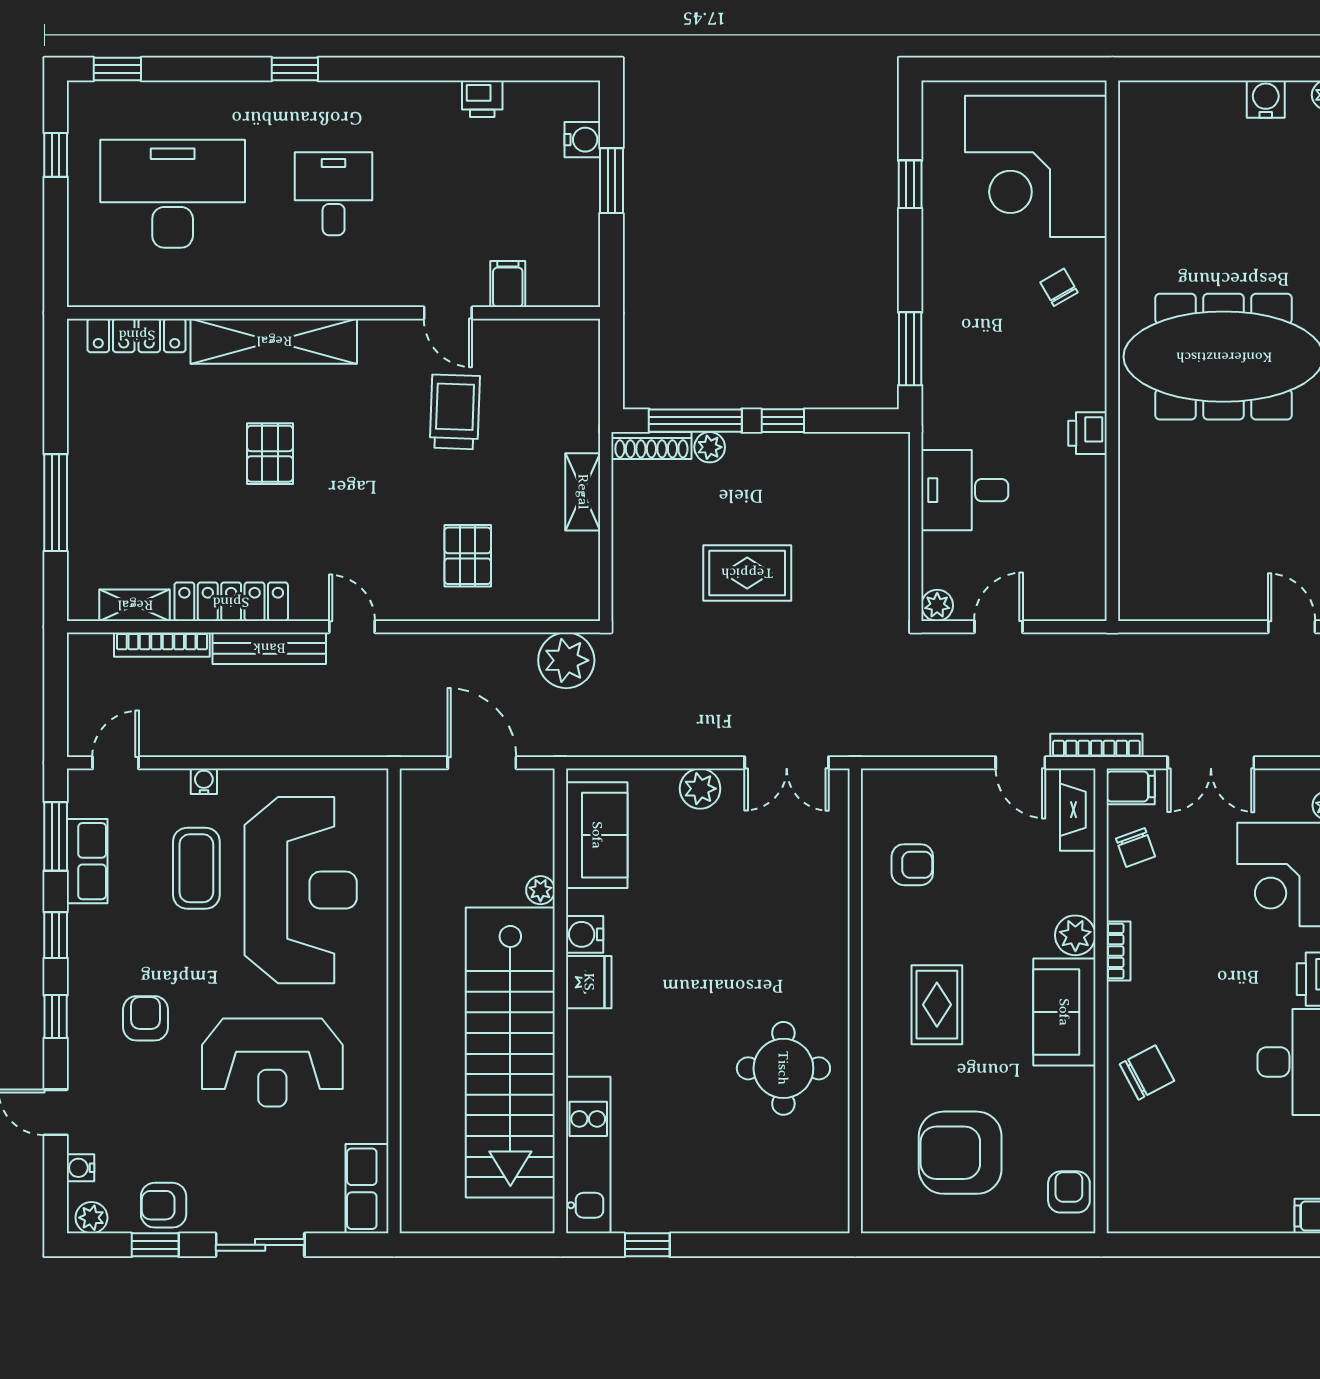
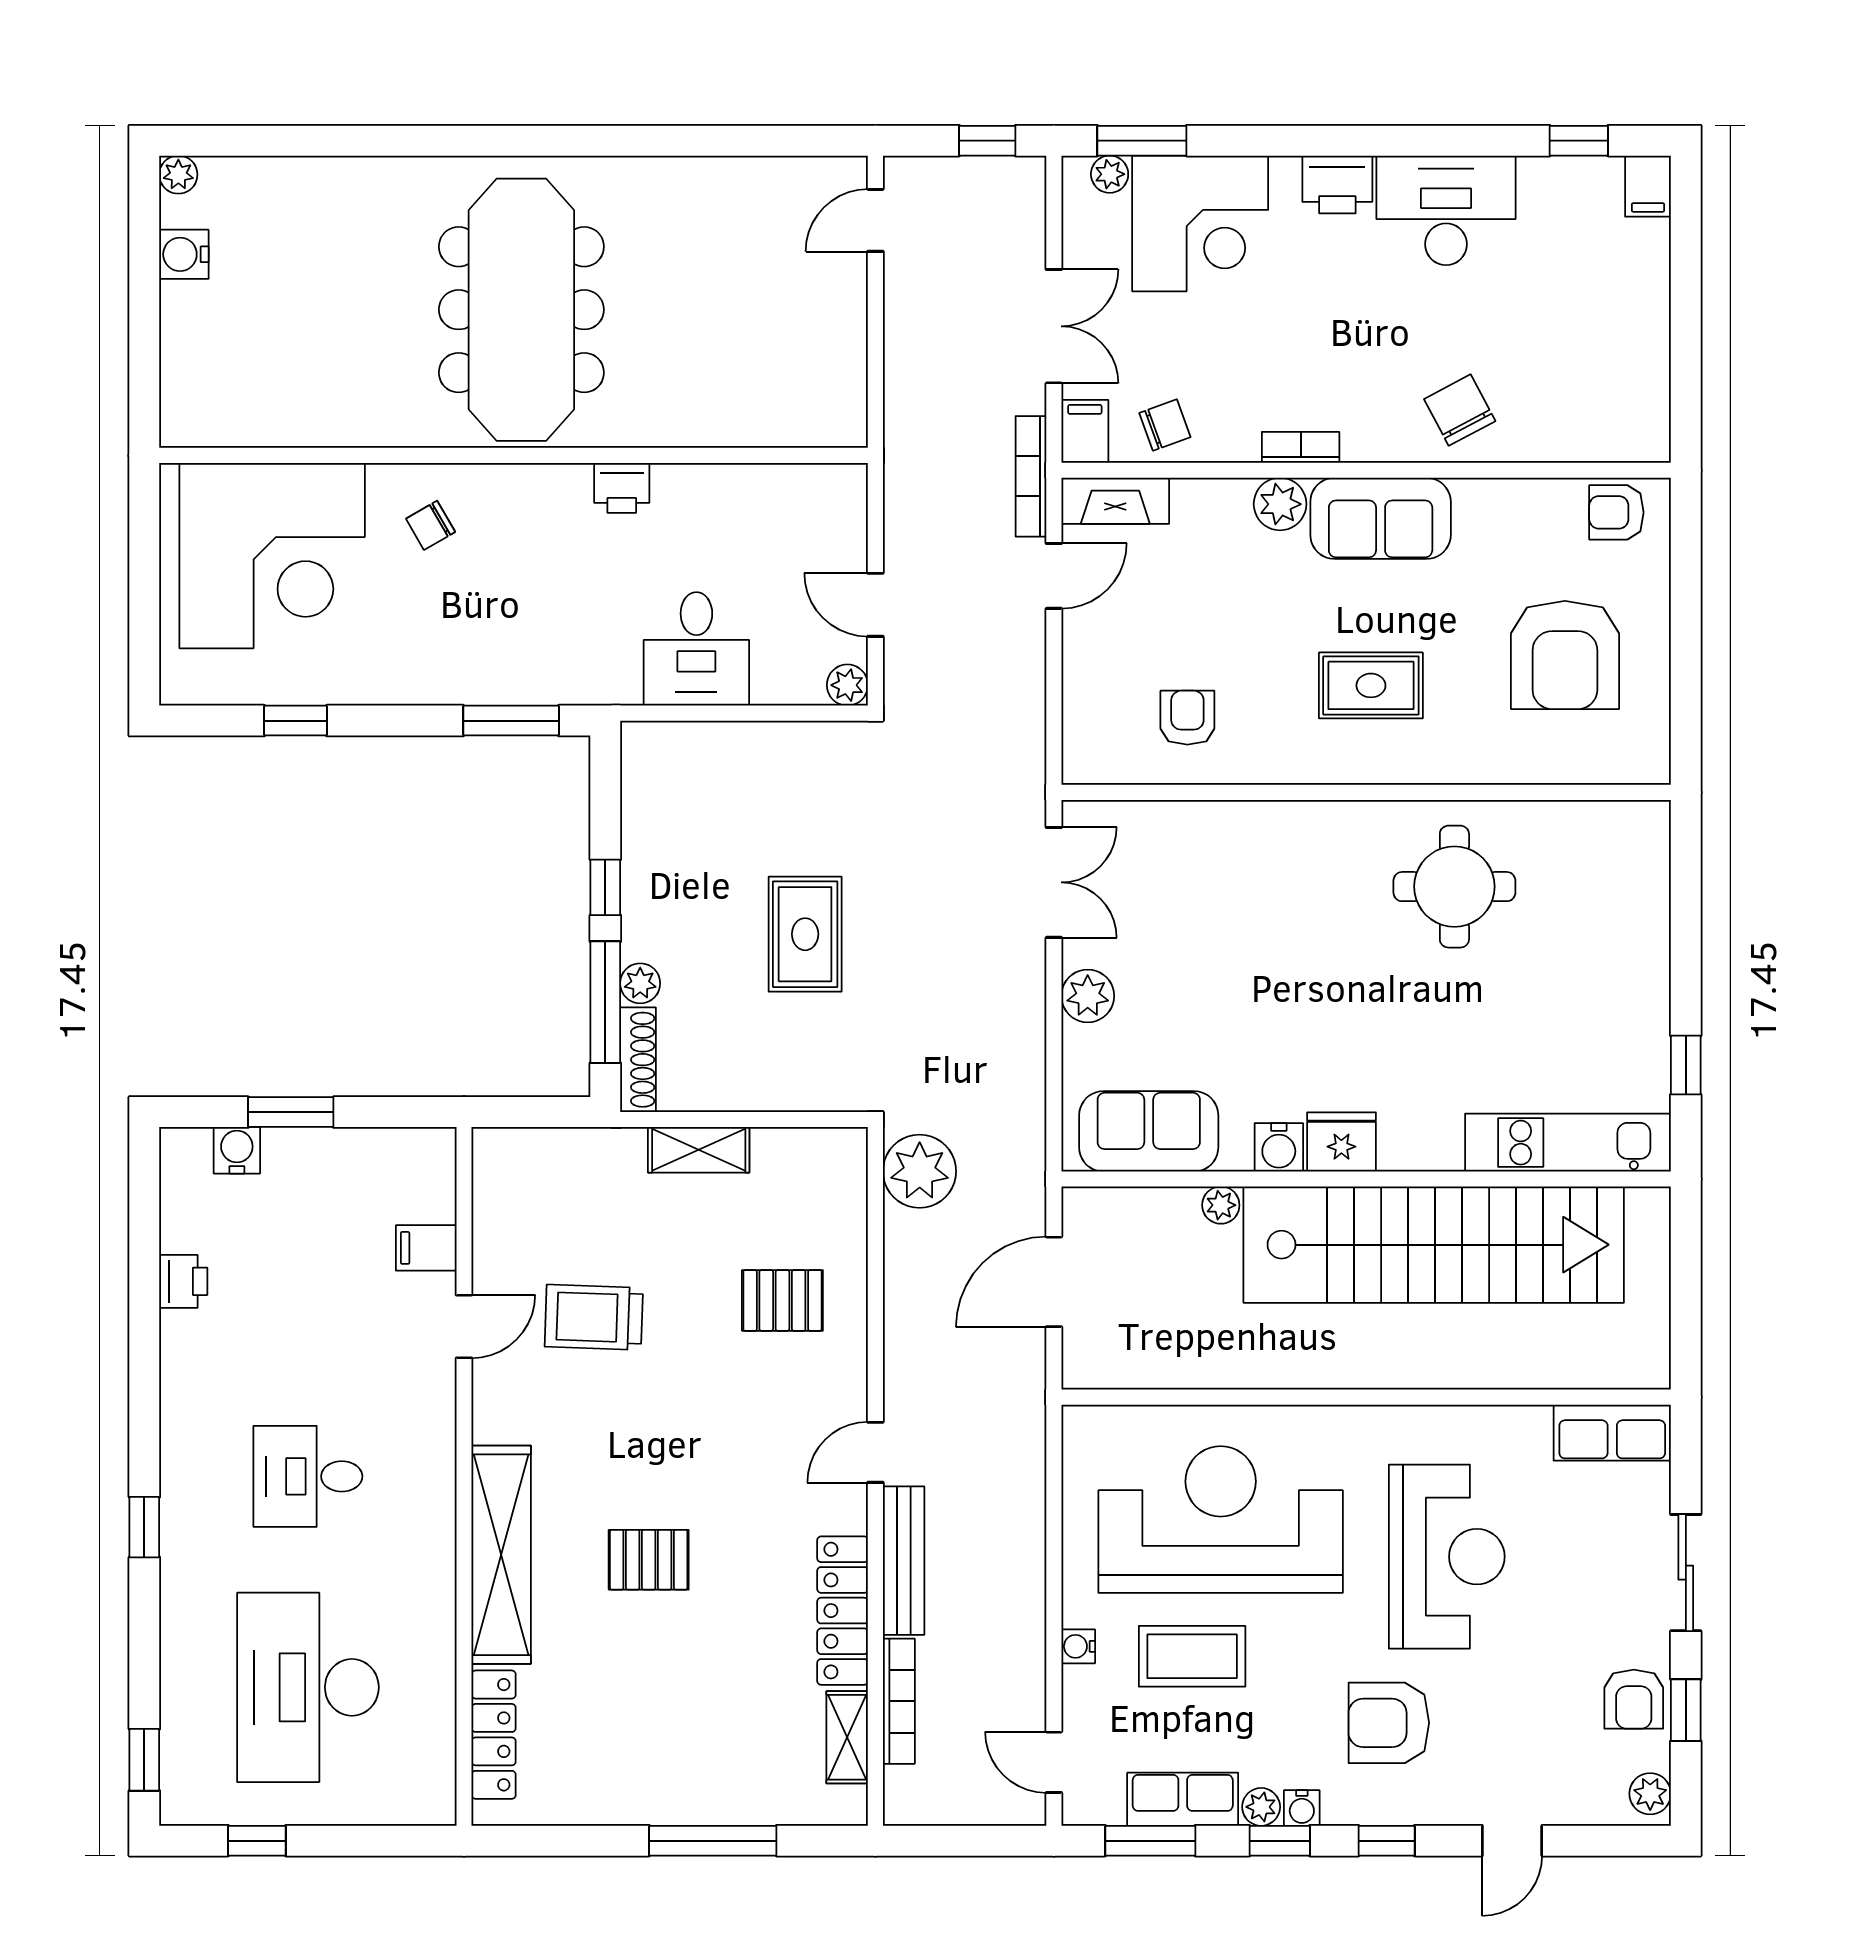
plant: (81, 921) -> (1261, 1807), added
armchair: (145, 1018) -> (1389, 1723), width x1.38, depth x1.38
water cooler: (81, 1168) -> (1302, 1808), moved

